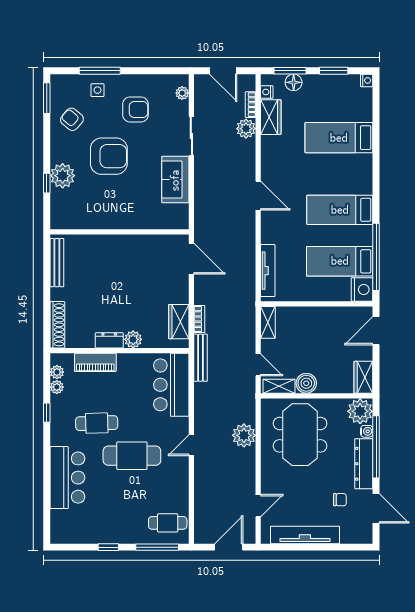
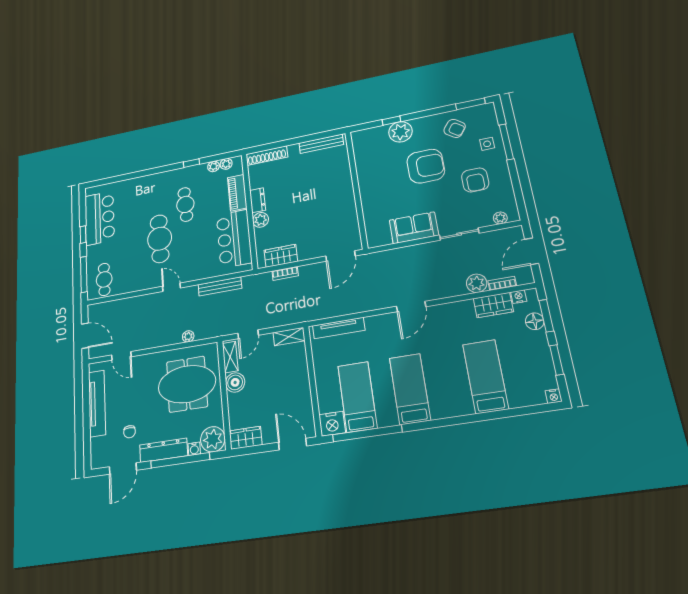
armchair: (72, 119) -> (455, 128), turned 87
armchair: (109, 156) -> (426, 166), turned -90
bench: (200, 358) -> (220, 286), moved
bar counter: (171, 385) -> (234, 239), moved, turned -90
plant: (244, 435) -> (188, 336), width x0.53, depth x0.53
bar counter: (67, 478) -> (100, 218), moved, turned -90

